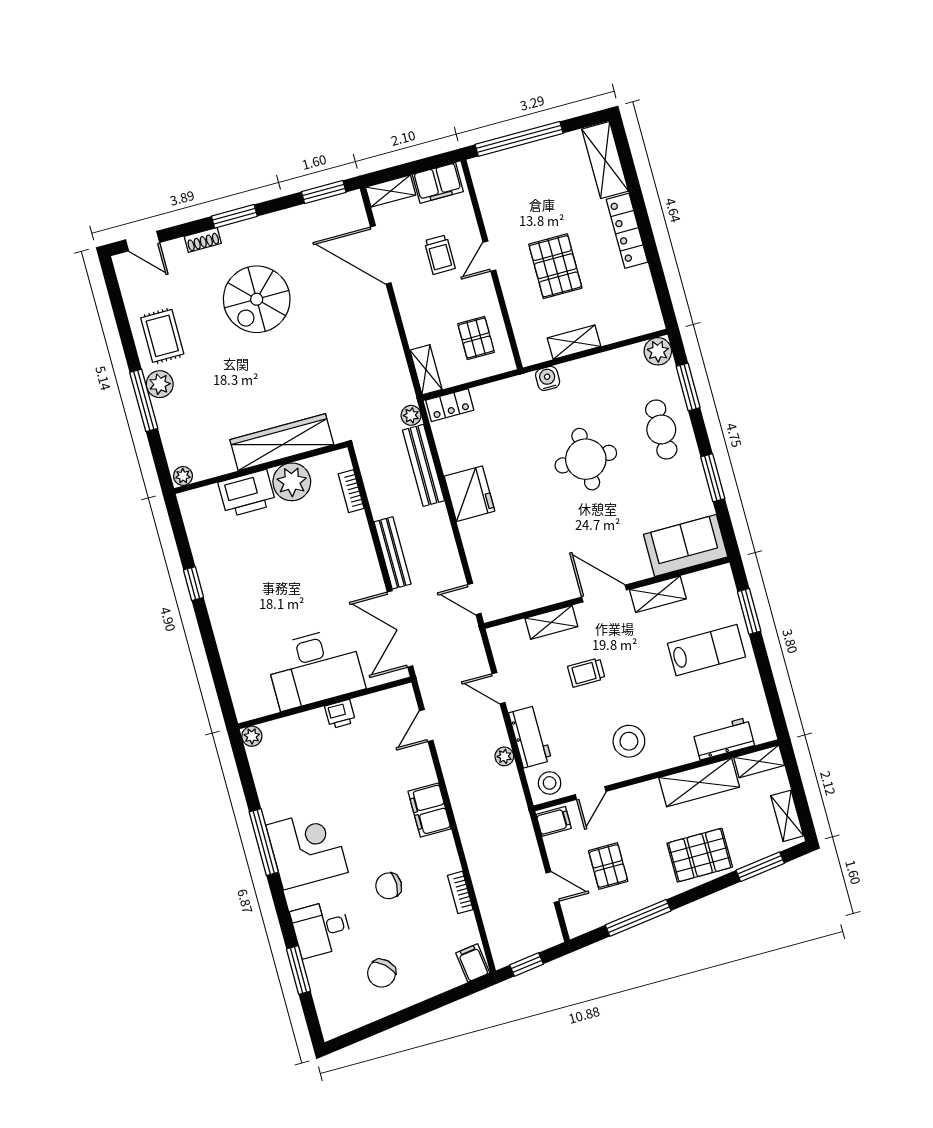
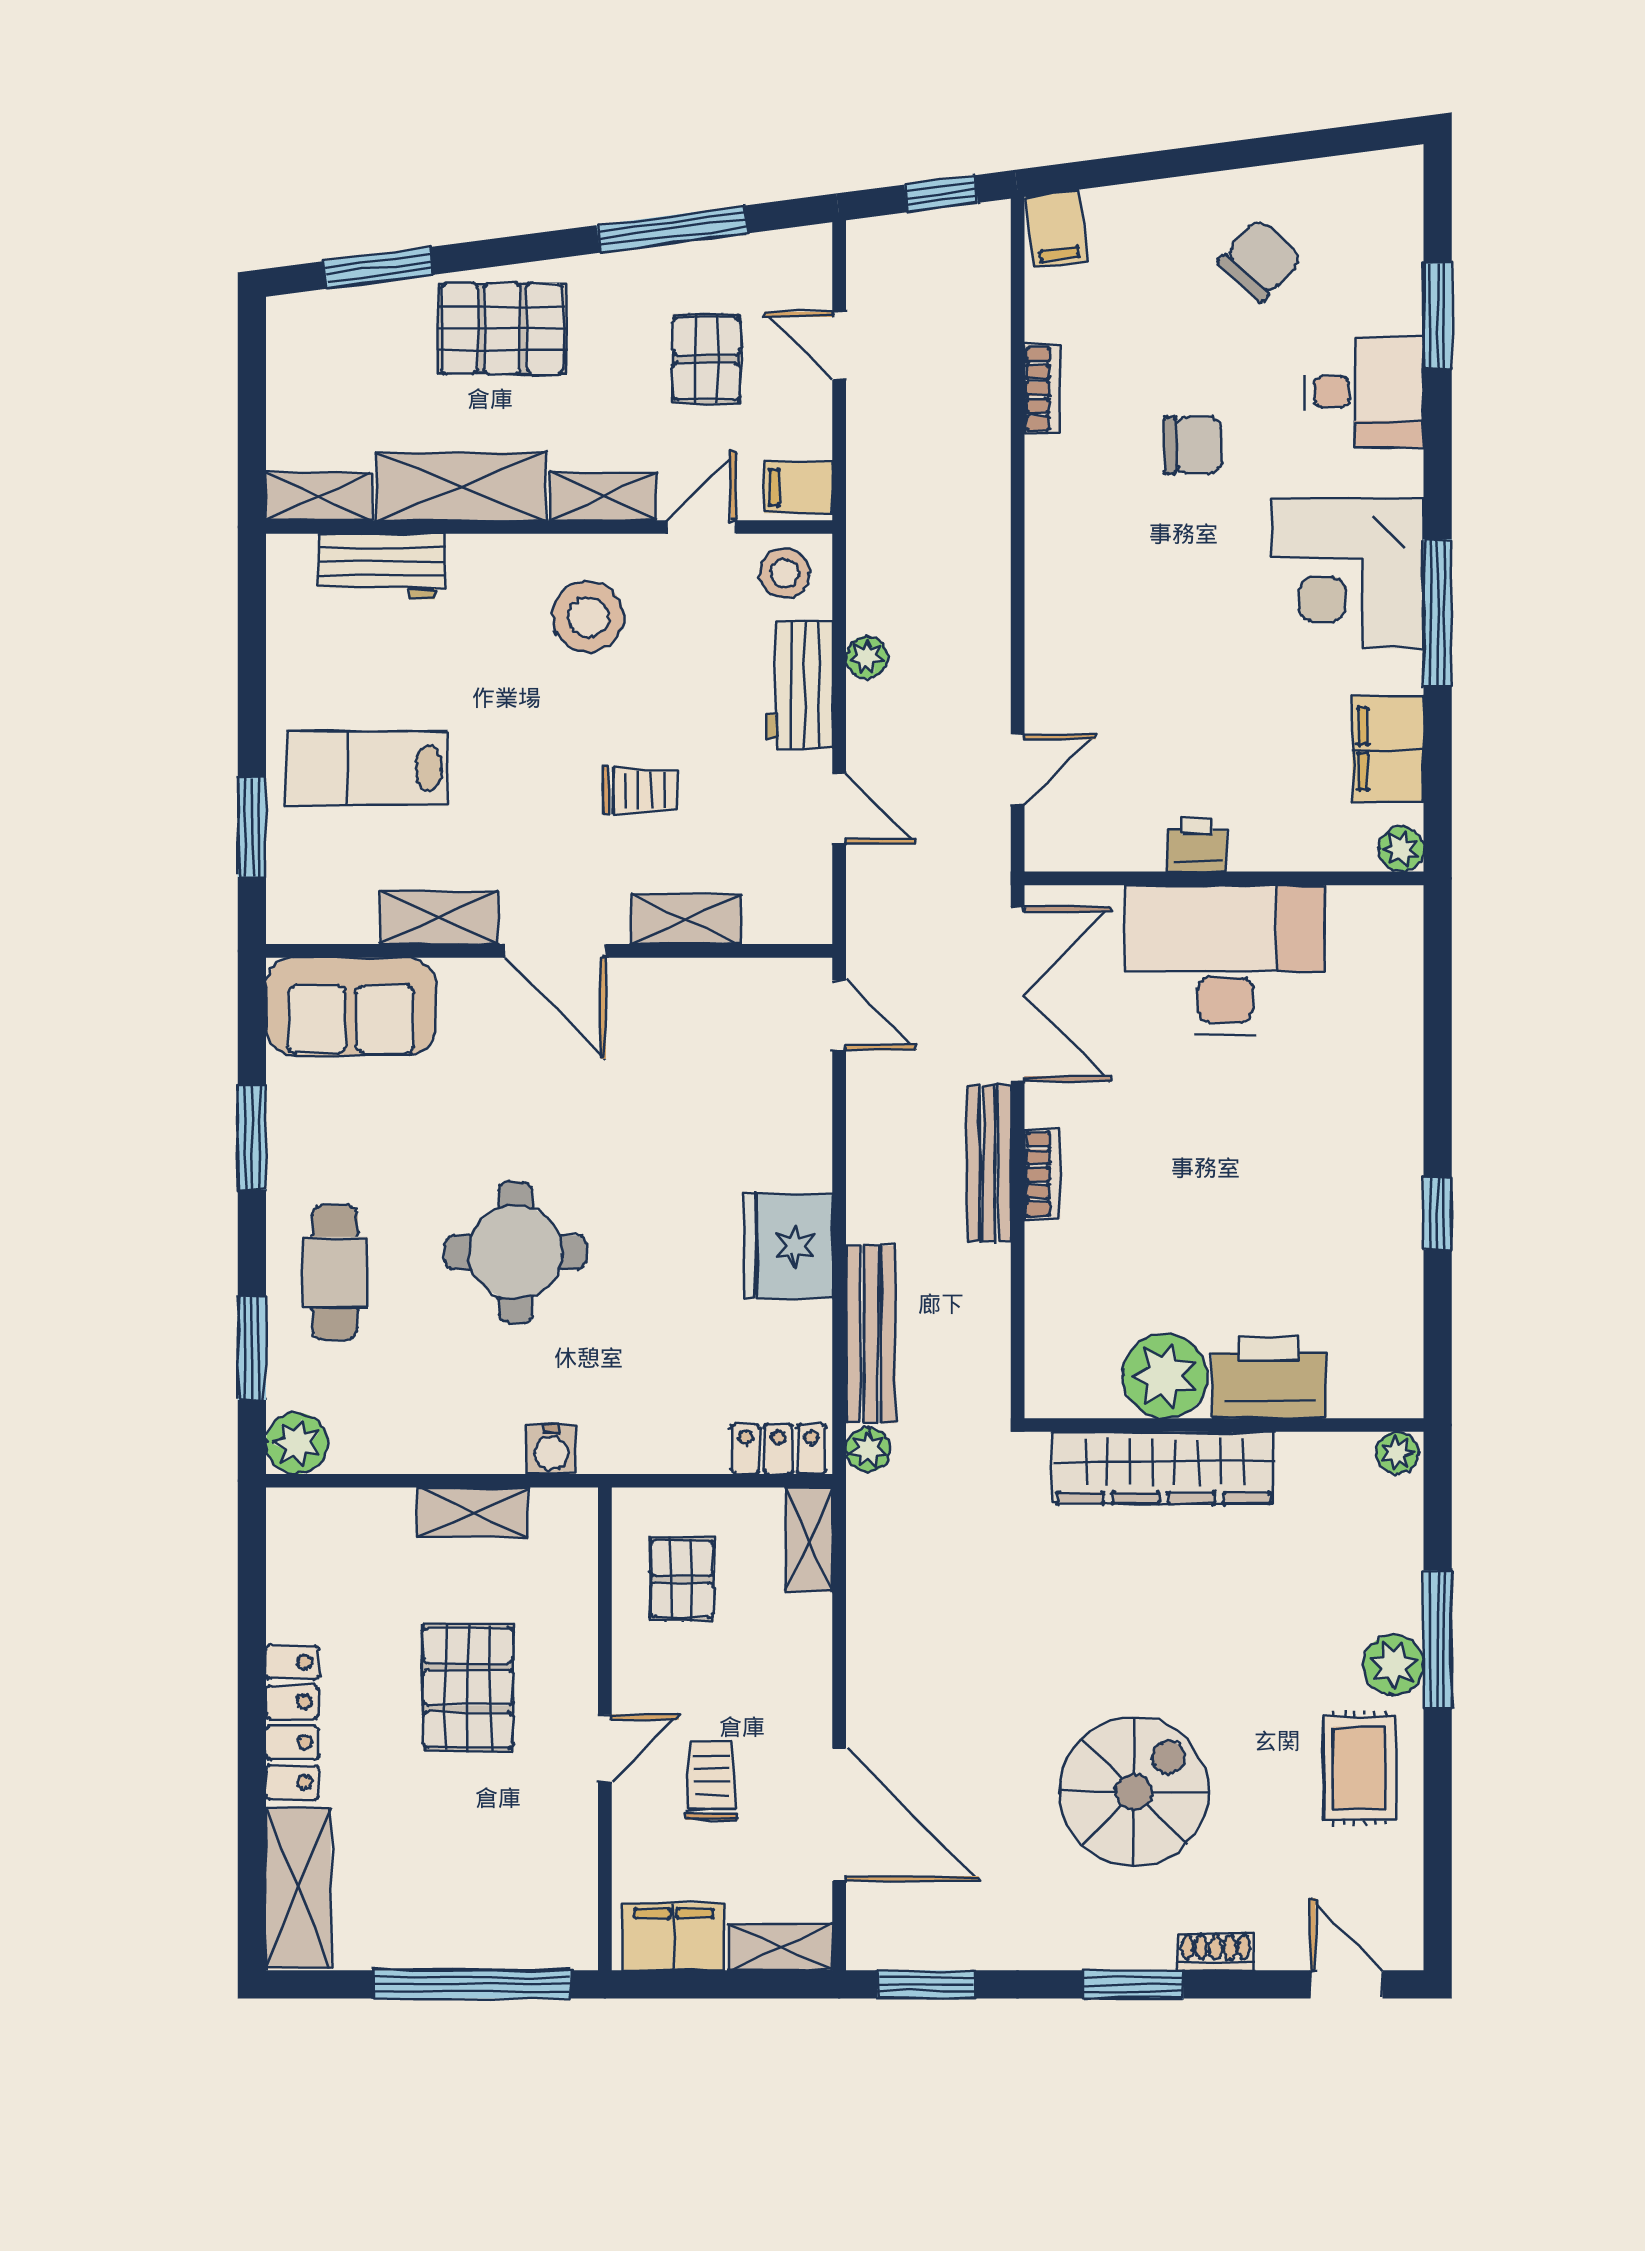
bookcase: (351, 491) -> (1042, 1174), moved
filing cabinet: (430, 810) -> (1388, 749), moved, turned 180
shelving: (787, 816) -> (603, 496), moved, turned 90

